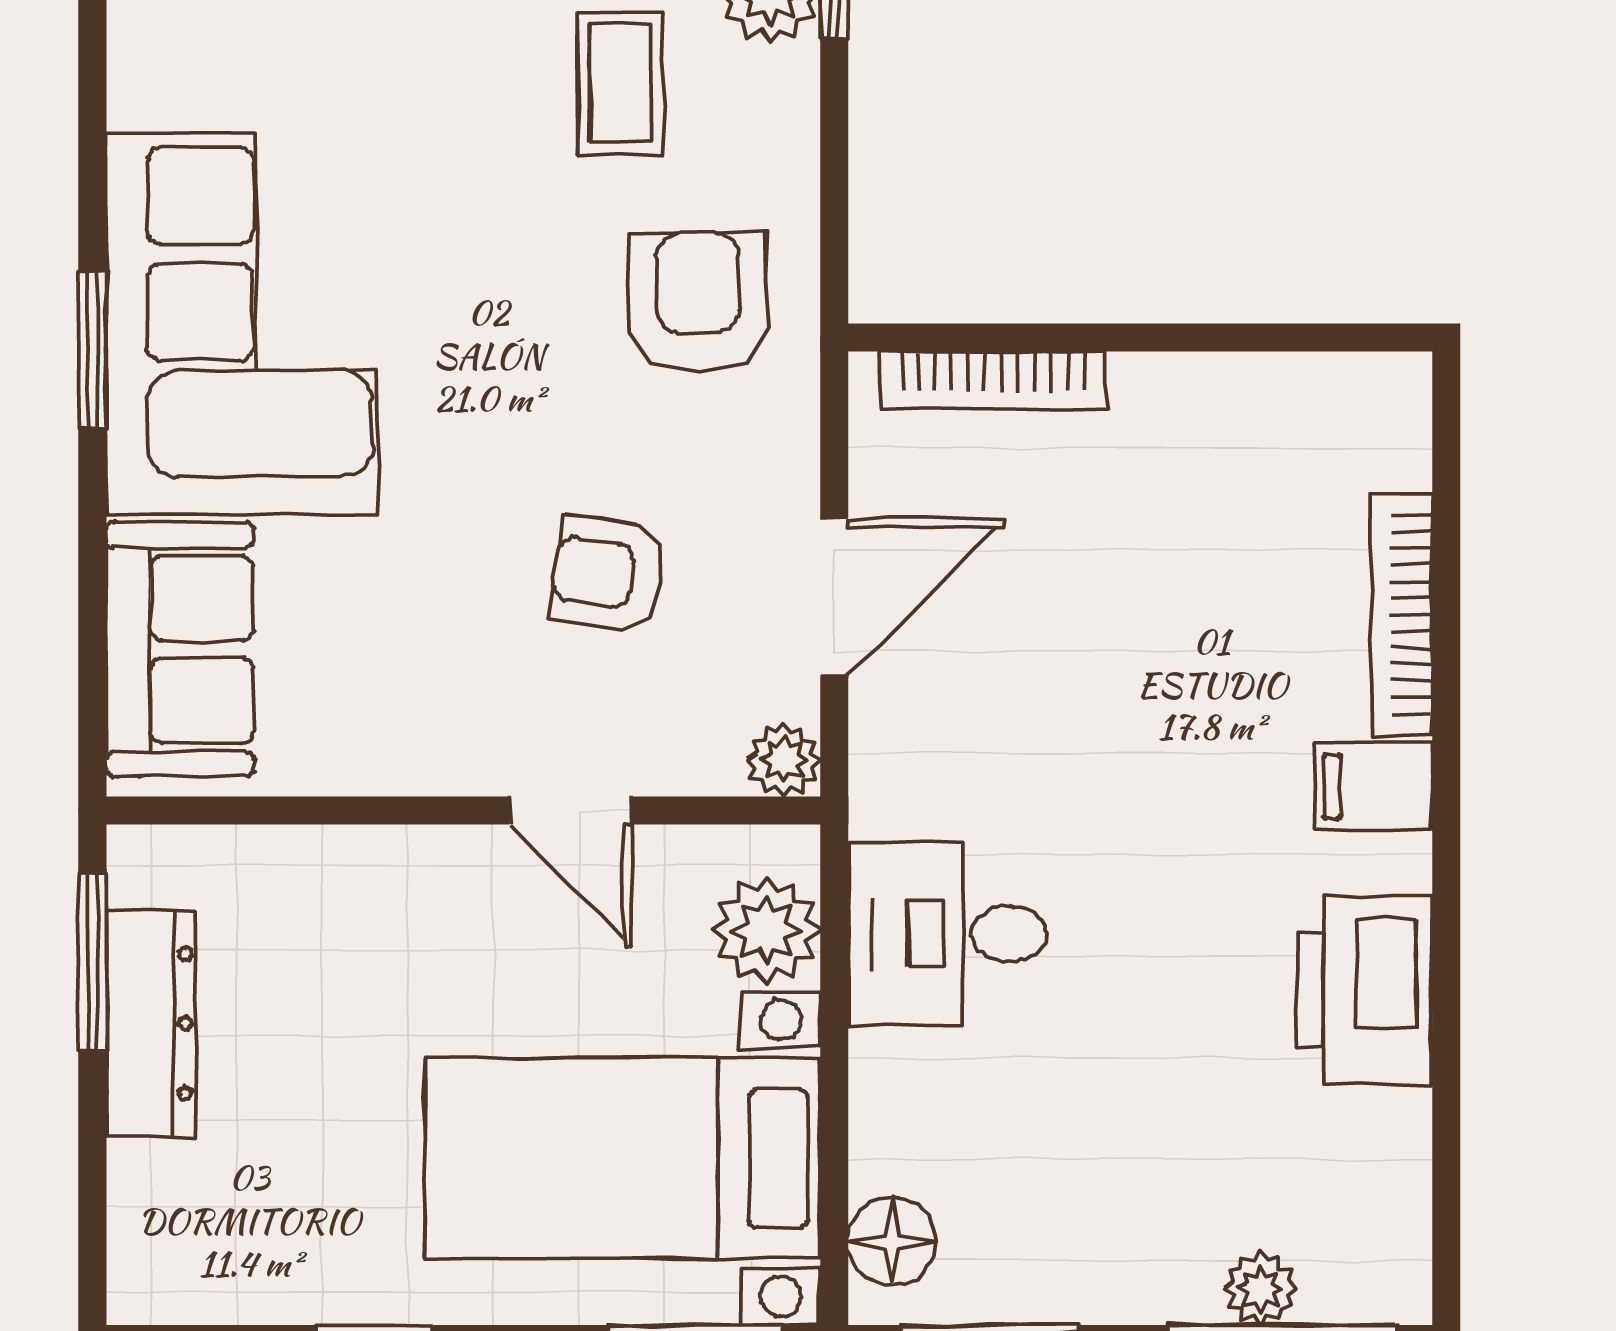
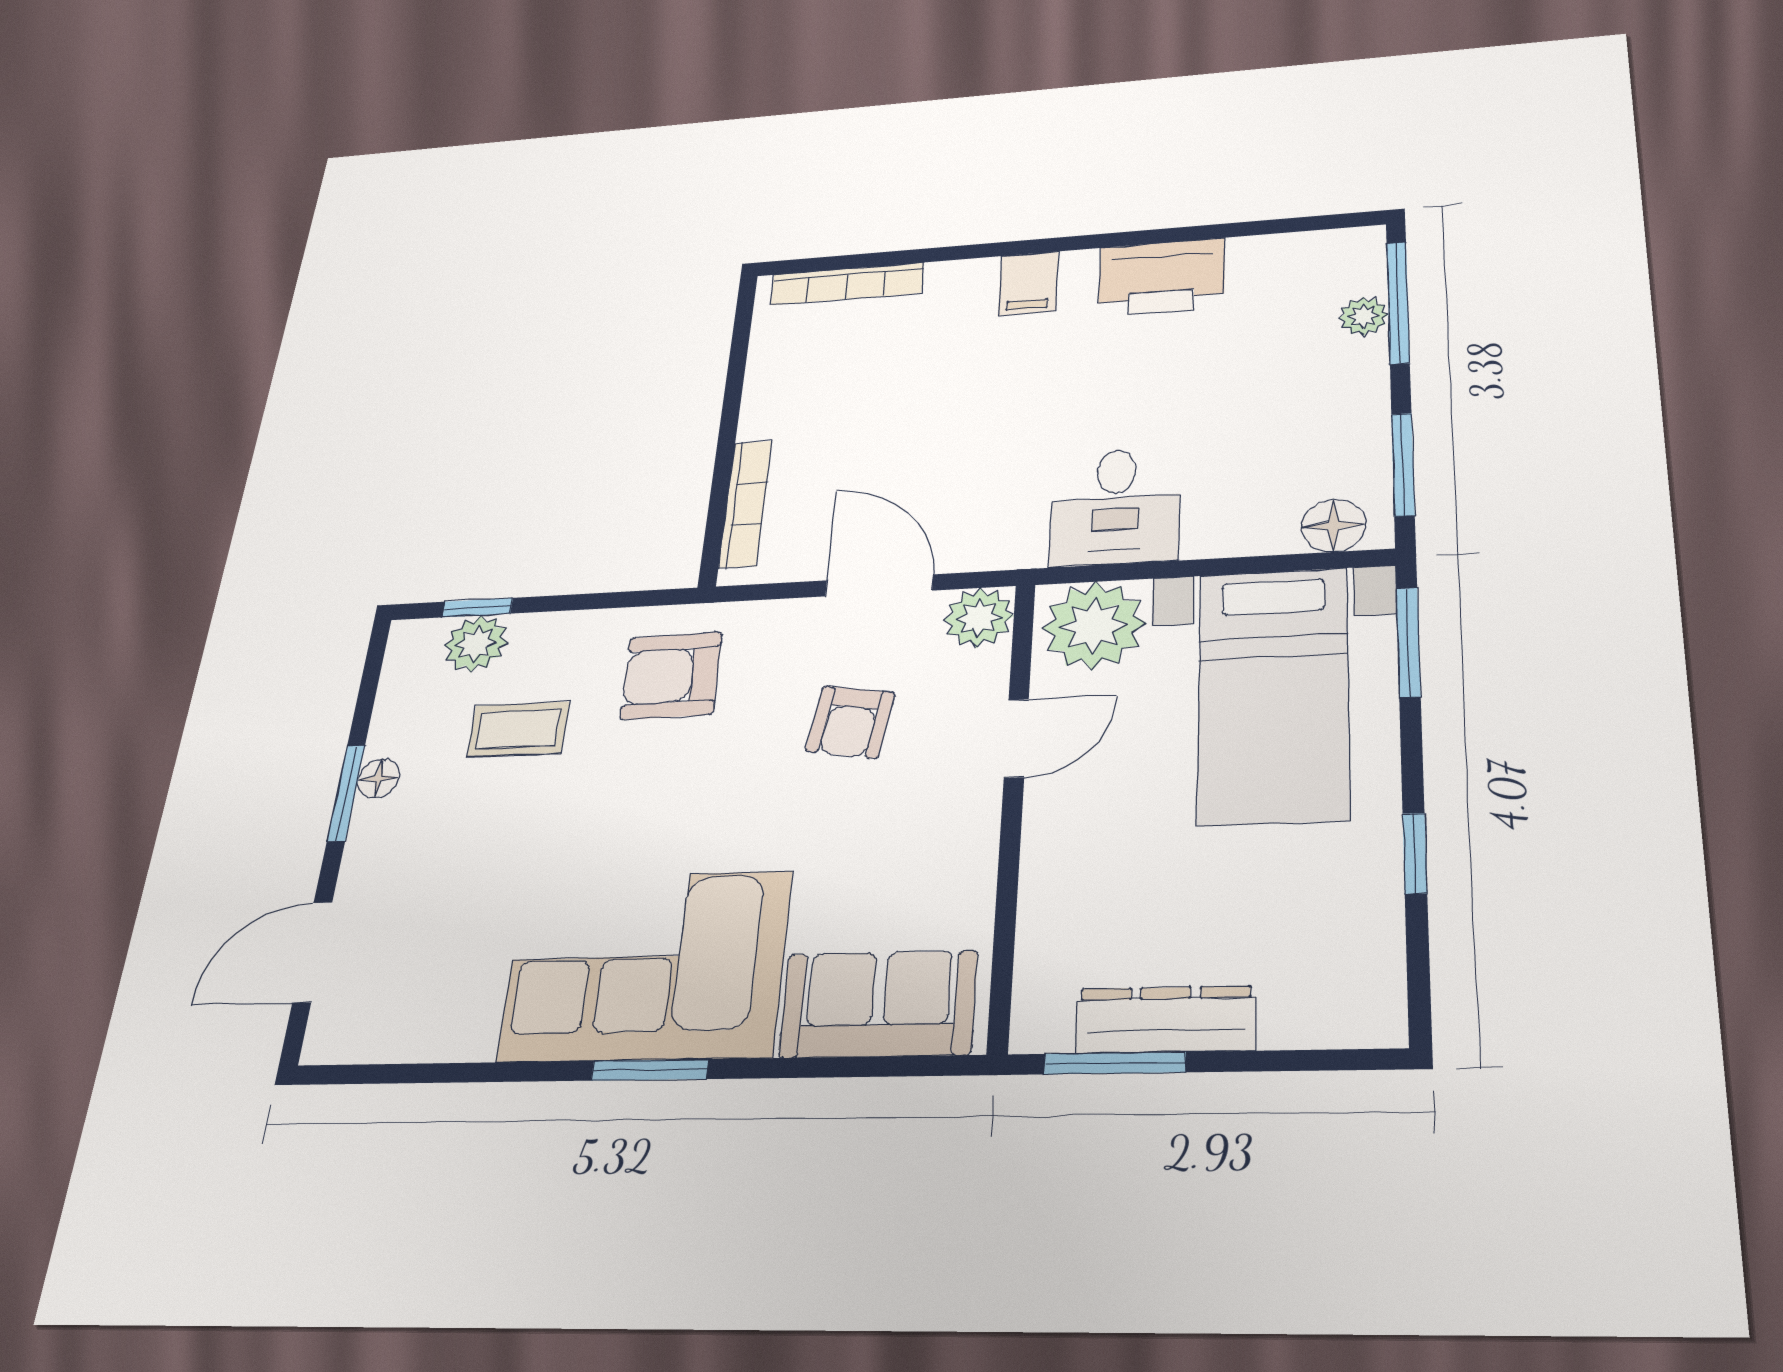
bookcase: (1401, 615) -> (847, 284), moved
plant: (784, 760) -> (979, 618), width x1.38, depth x1.38
plant: (766, 930) -> (1094, 626), width x1.36, depth x1.36

